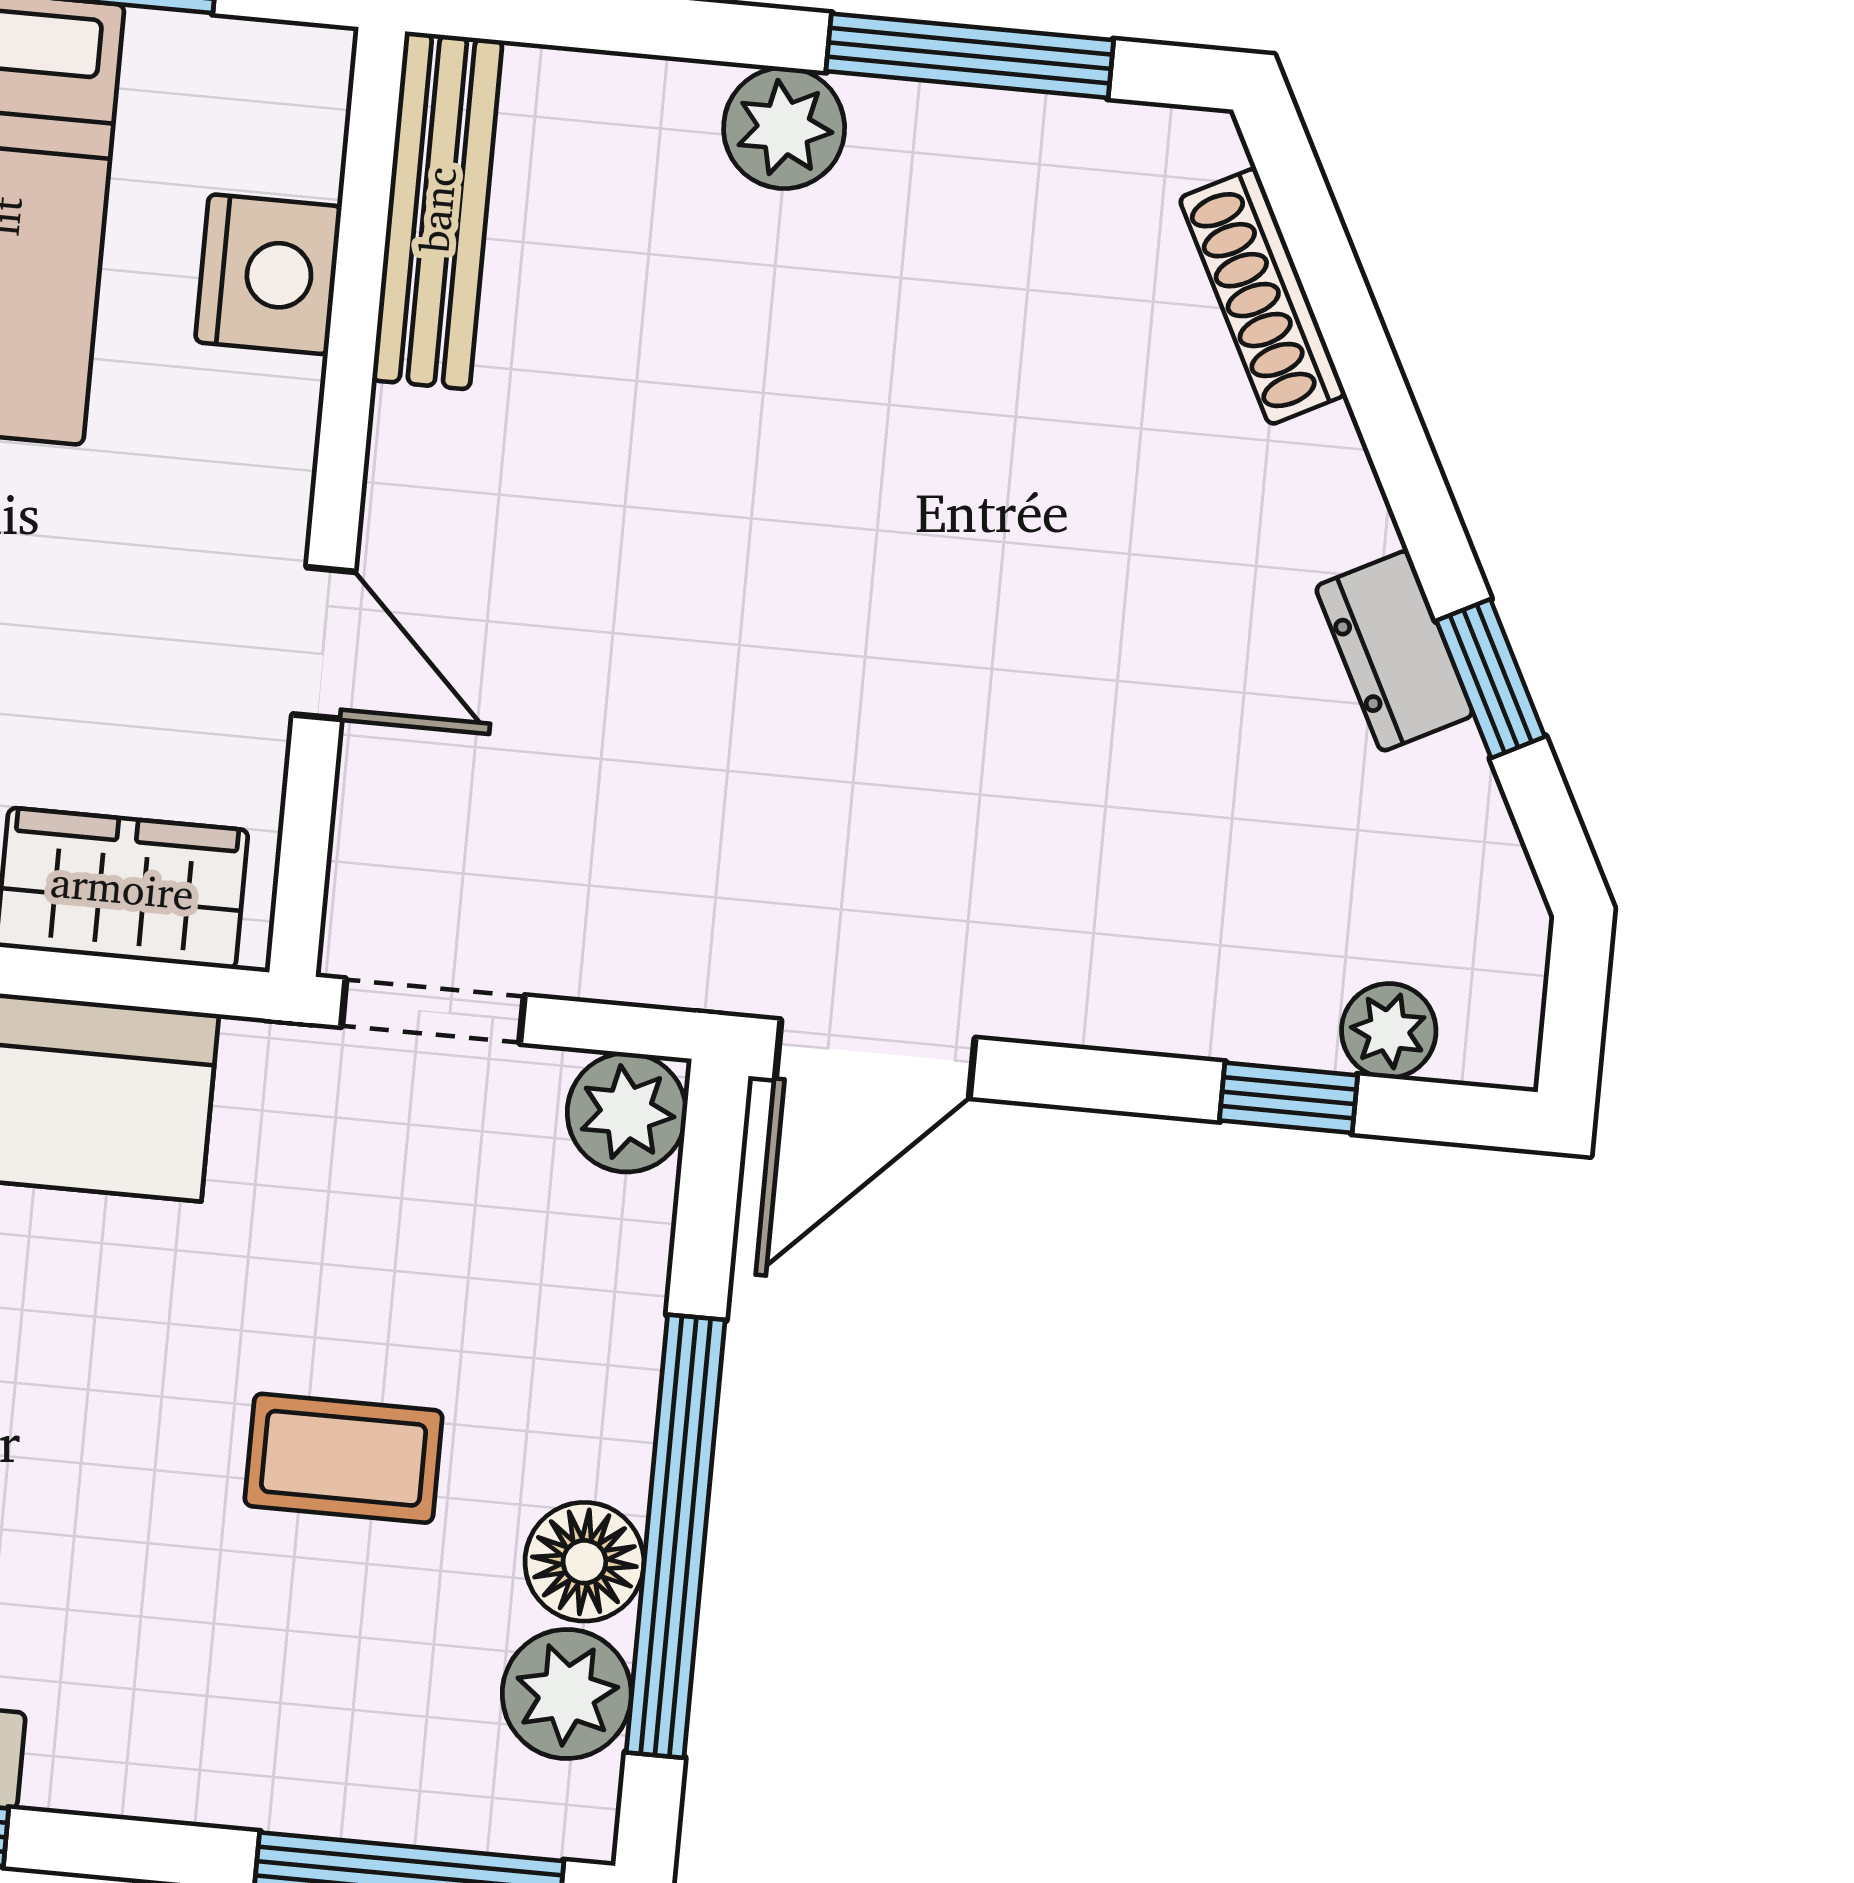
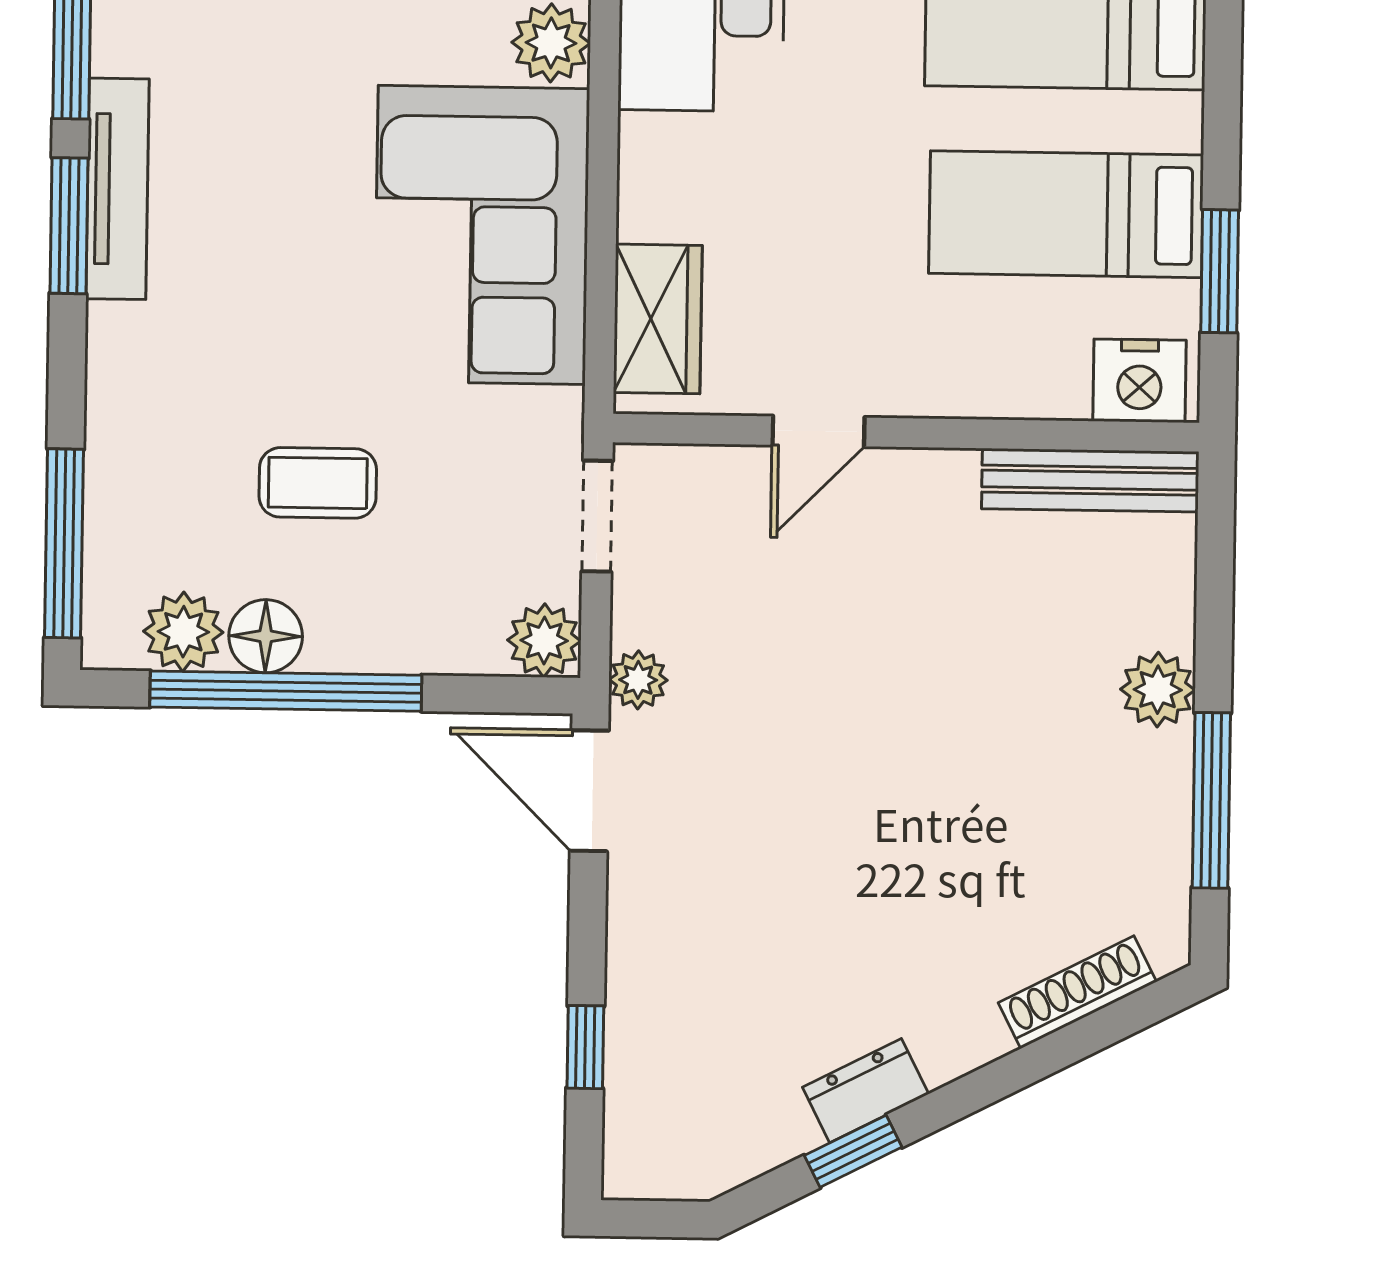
nightstand: (268, 274) -> (1139, 381), moved
plant: (1389, 1031) -> (638, 680), moved
coffee table: (344, 1458) -> (318, 483), turned 90

